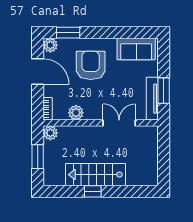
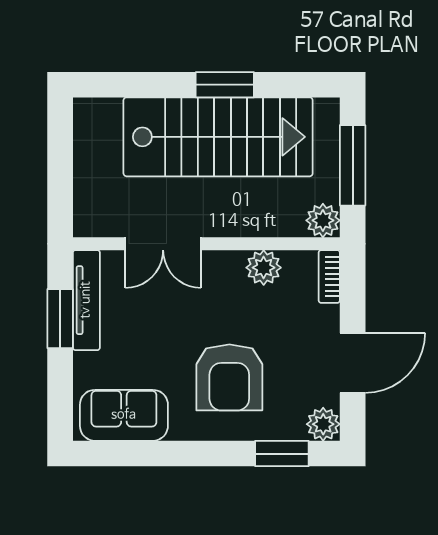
door: (38, 72) -> (353, 363), swing flipped
window: (38, 157) -> (353, 165), width x1.44
stairs: (96, 175) -> (218, 137), width x1.36, depth x1.51
window: (93, 191) -> (225, 85), width x1.50

